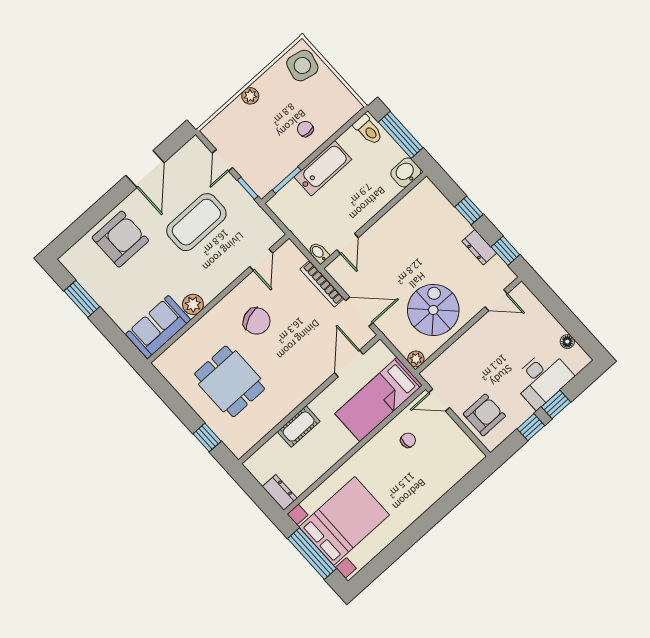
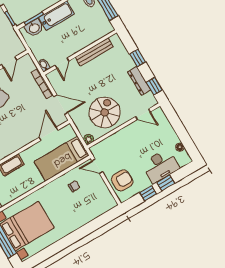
washbasin: (406, 172) -> (34, 28), moved, turned 180
bench: (396, 215) -> (94, 52), added
dresser: (479, 247) -> (139, 81), width x1.44

